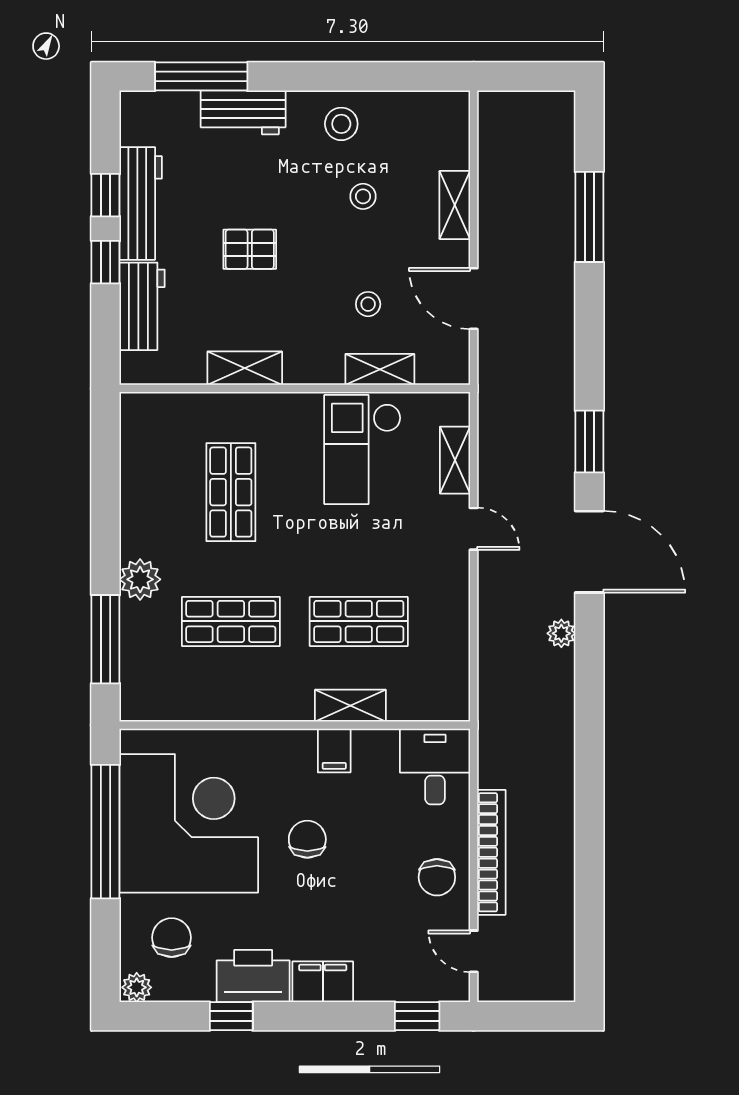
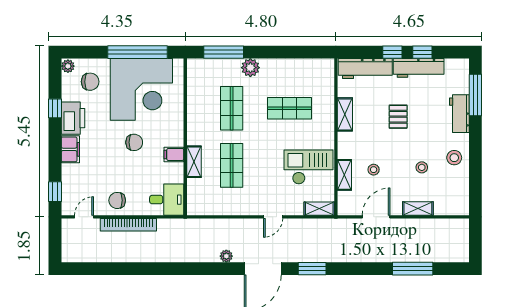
workbench: (142, 306) -> (365, 69), width x1.37
shelving: (455, 460) -> (319, 209), moved

